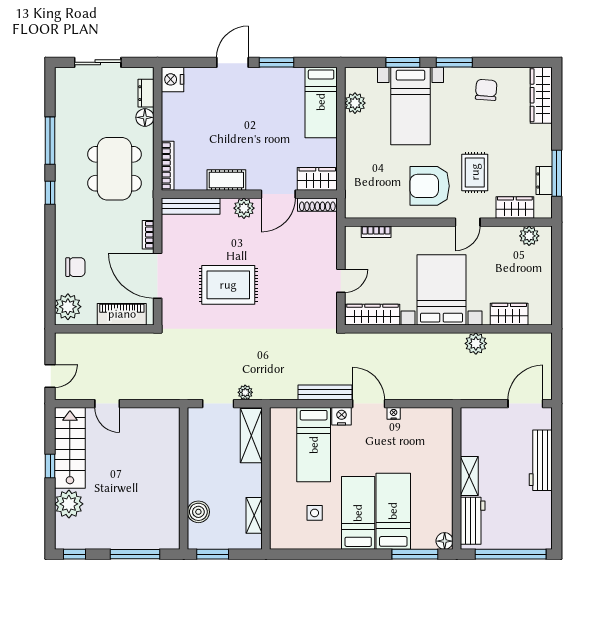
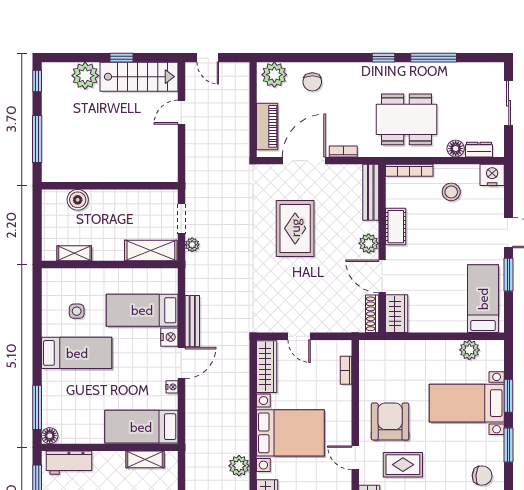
bed: (321, 102) -> (483, 299), moved, turned 90
stool: (190, 122) -> (451, 192), added
shelving: (469, 476) -> (145, 459), moved
bed: (393, 511) -> (141, 427), moved, turned 180
window: (213, 554) -> (37, 213), removed

